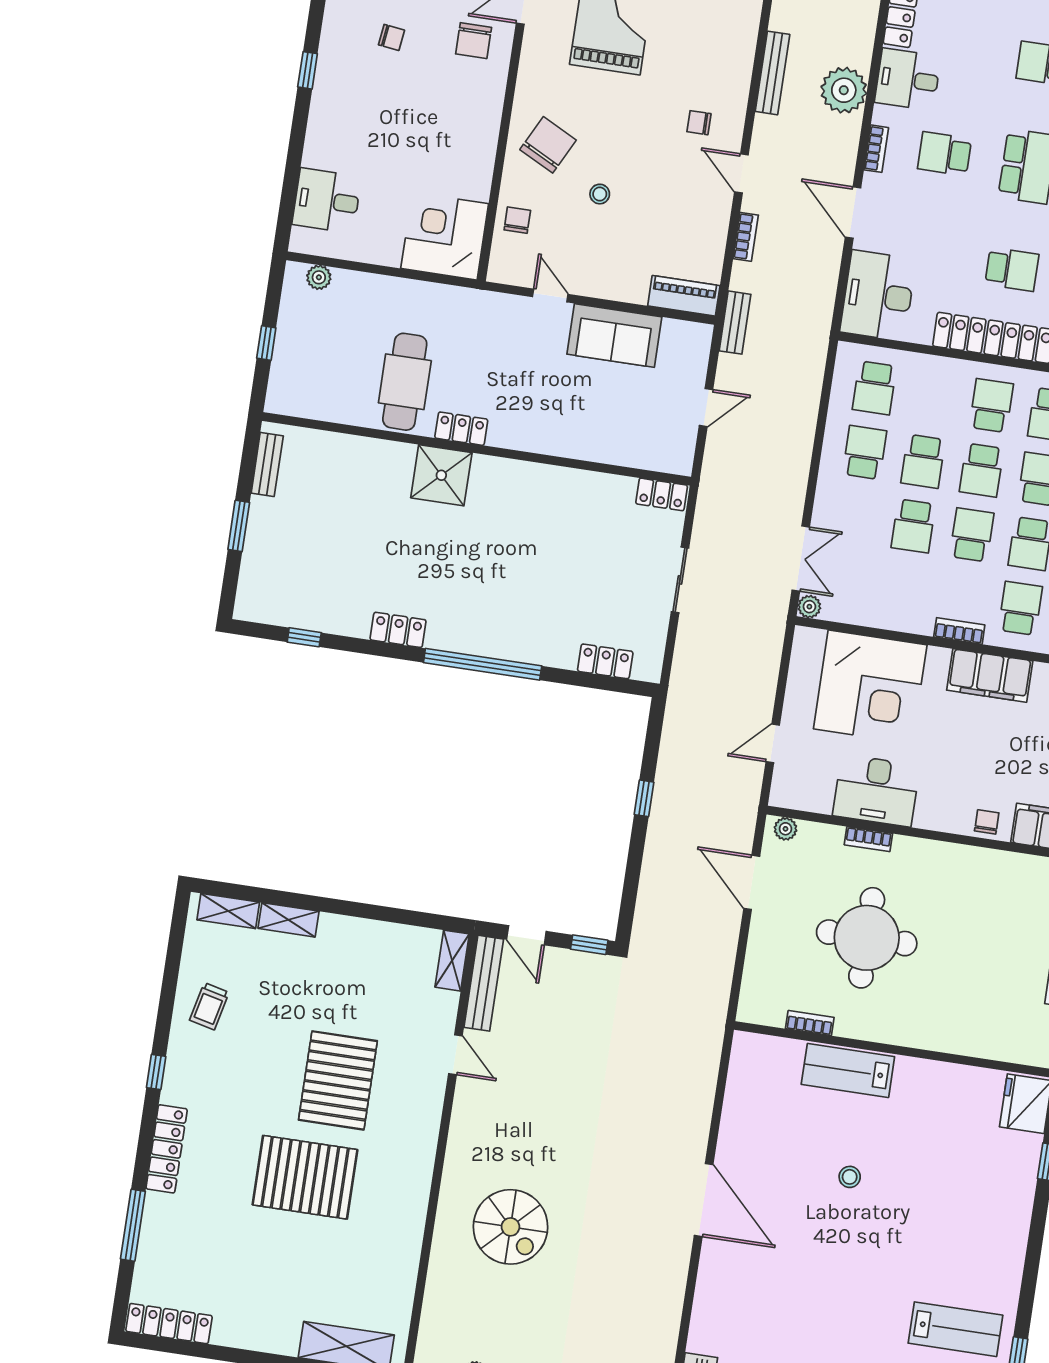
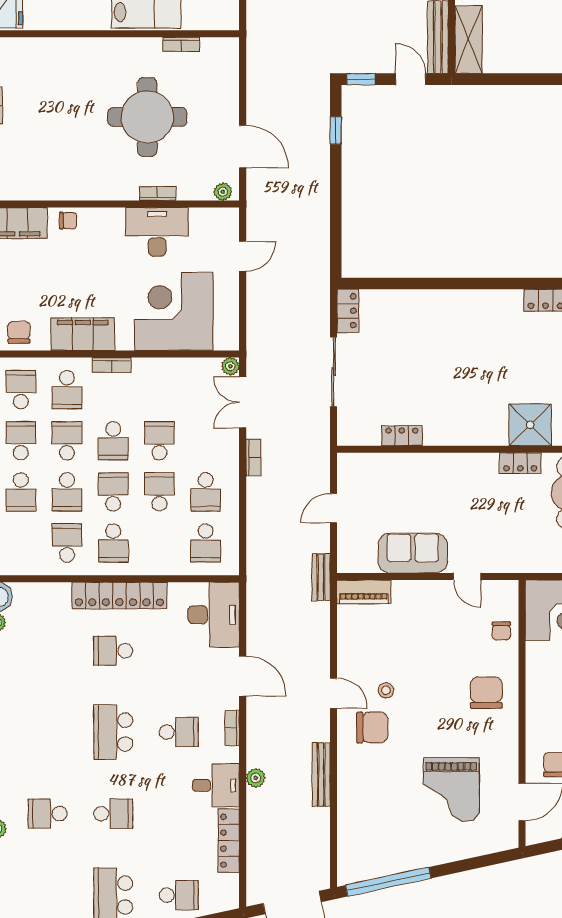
plant: (844, 90) -> (256, 778), width x0.53, depth x0.53
chair: (699, 123) -> (372, 727), width x1.87, depth x1.87
chair: (548, 145) -> (486, 693), turned 153
stool: (600, 194) -> (386, 690), moved
bookcase: (746, 237) -> (253, 458), moved, turned 180
school desk: (874, 388) -> (206, 543), turned 180
locker: (662, 494) -> (402, 436), moved
sliding door: (680, 580) -> (333, 372), width x1.37
locker: (605, 661) -> (348, 311), moved, turned -90
window: (483, 664) -> (476, 284), removed
window: (644, 798) -> (336, 130), moved
chair: (987, 822) -> (68, 221), turned -90
shelving: (452, 961) -> (469, 40), width x1.50, depth x1.33

